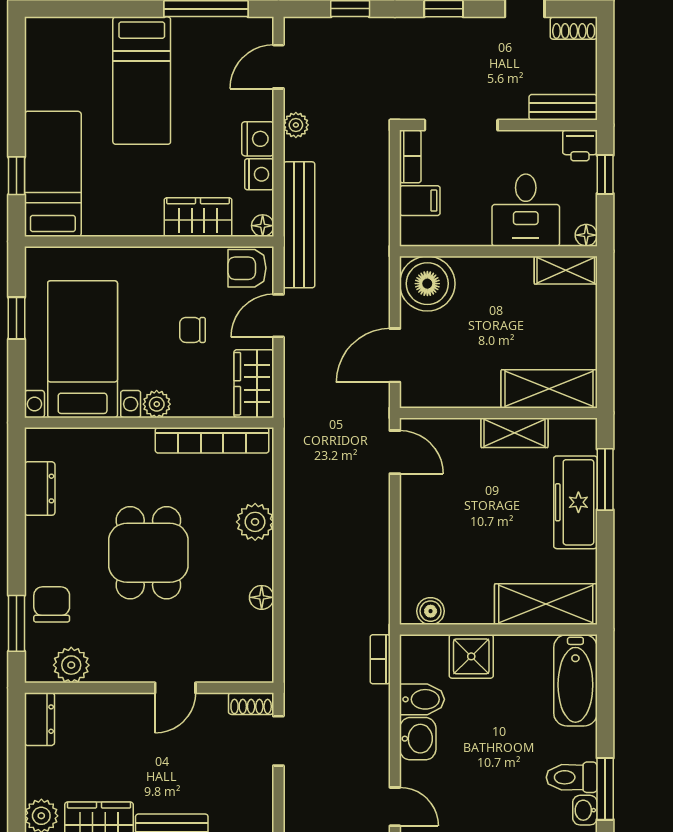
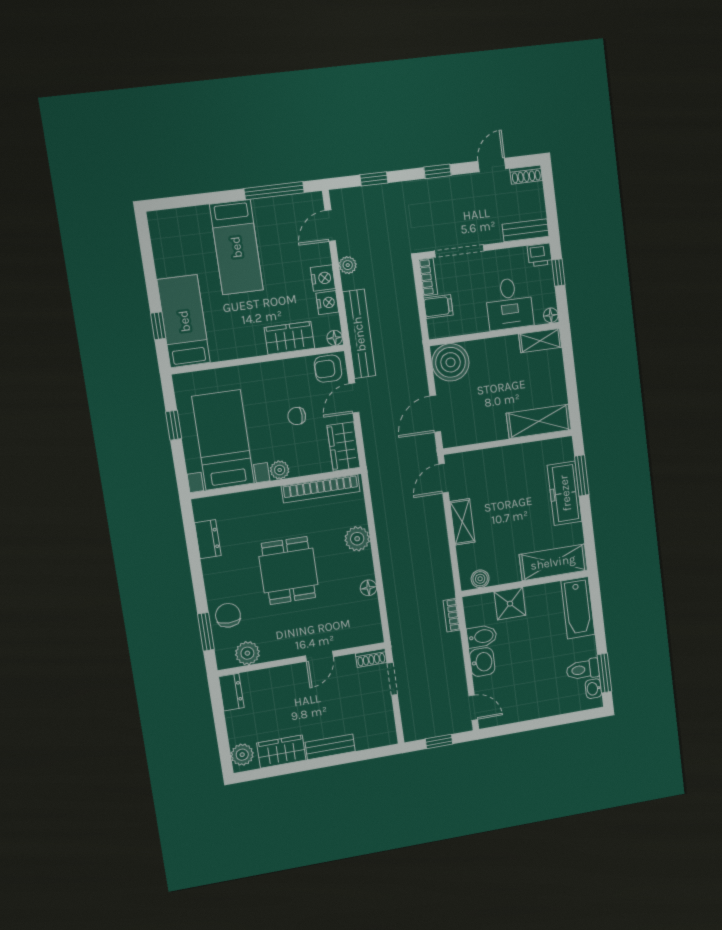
shelving: (514, 433) -> (462, 522), moved, turned 90
door: (395, 452) -> (444, 478), swing flipped

